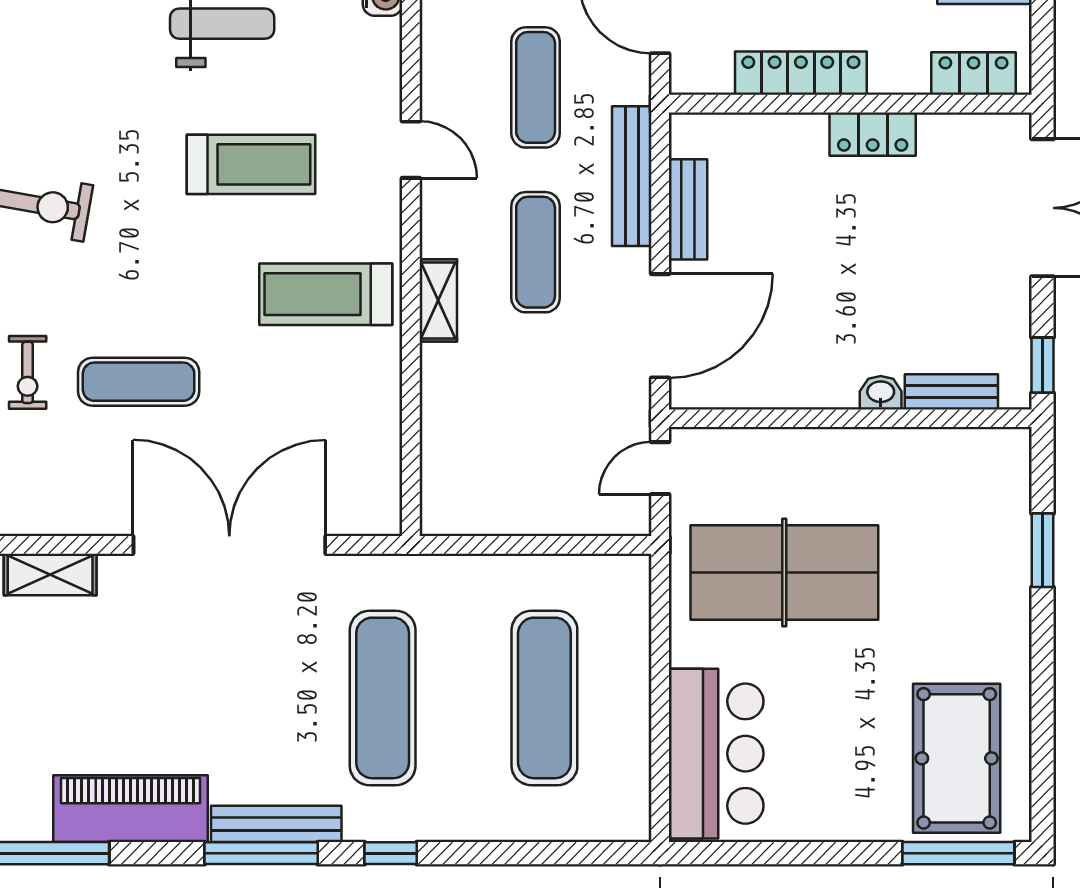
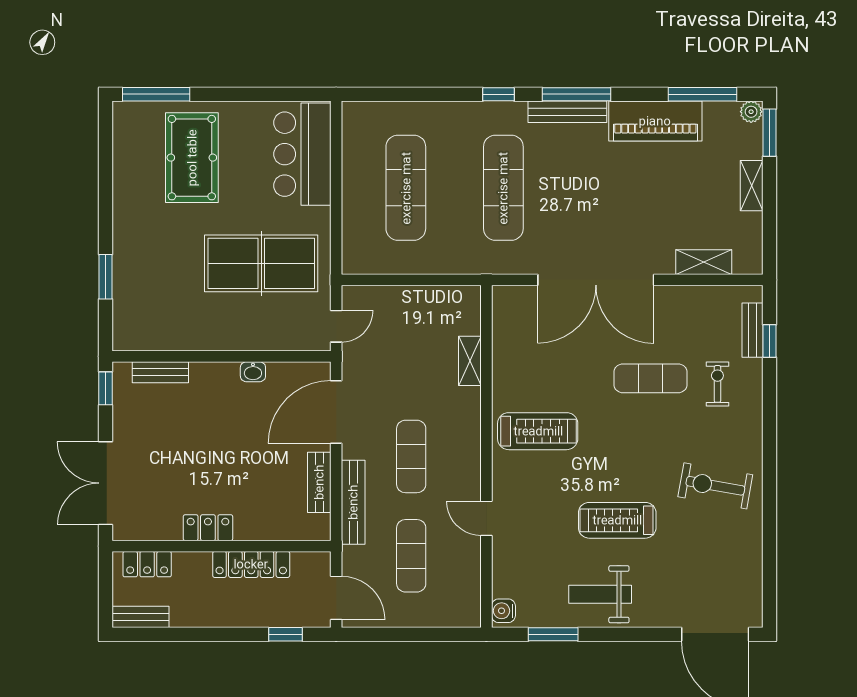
treadmill: (251, 164) -> (617, 520), moved
shelving: (438, 300) -> (470, 361), moved
washbasin: (881, 393) -> (253, 372), moved
pool table: (957, 758) -> (192, 158), moved

